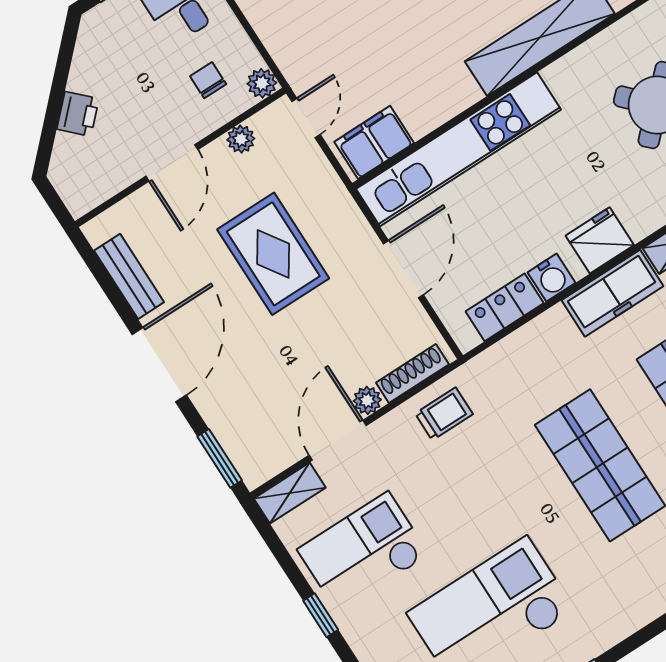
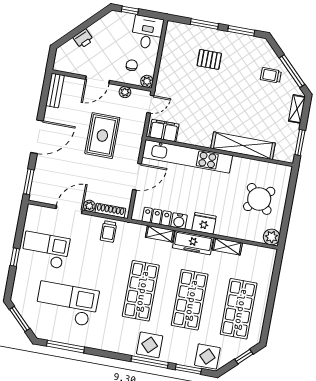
bench: (129, 276) -> (55, 90), moved
trolley: (444, 414) -> (109, 231), turned 90
shelving: (290, 493) -> (160, 234), moved

